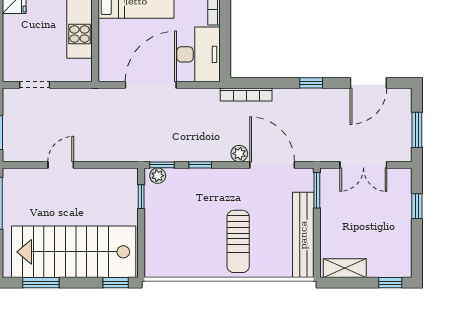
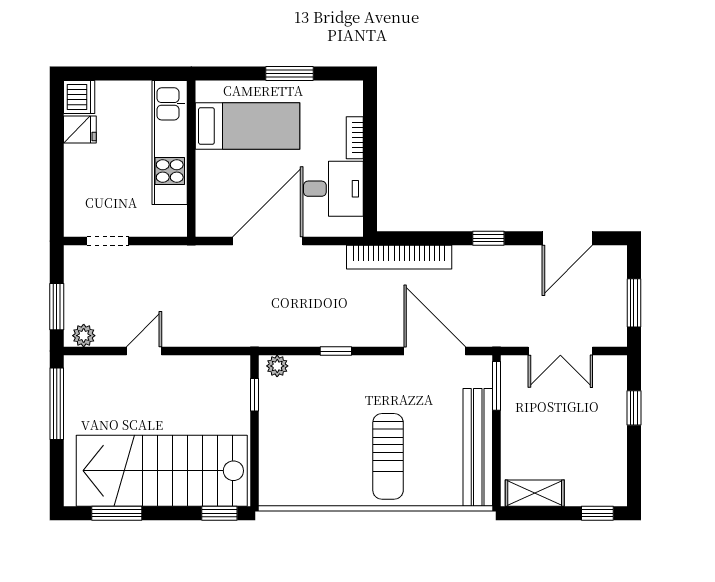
desk: (198, 54) -> (333, 189), width x0.73
bookcase: (246, 95) -> (399, 257), width x1.48, depth x1.31
plant: (239, 154) -> (84, 336), moved
window: (162, 165) -> (283, 351), removed

